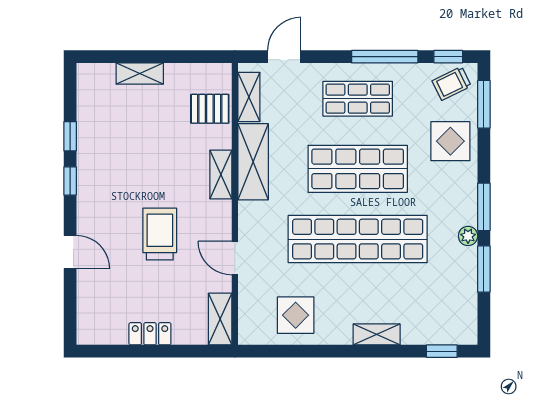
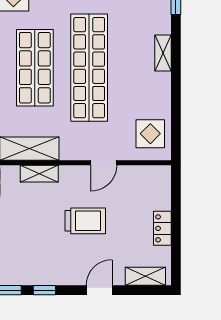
trolley: (160, 234) -> (85, 221), turned 180
display table: (296, 315) -> (150, 134), moved
shelving: (220, 319) -> (145, 276), moved

